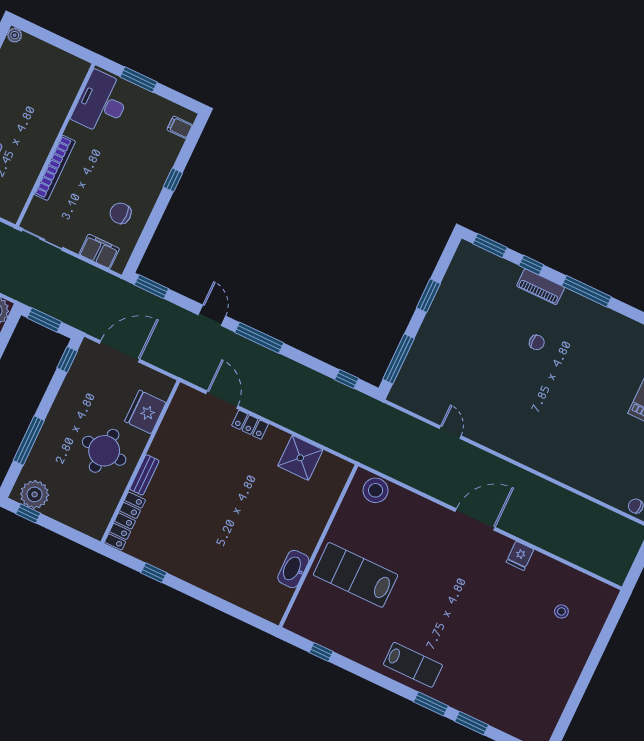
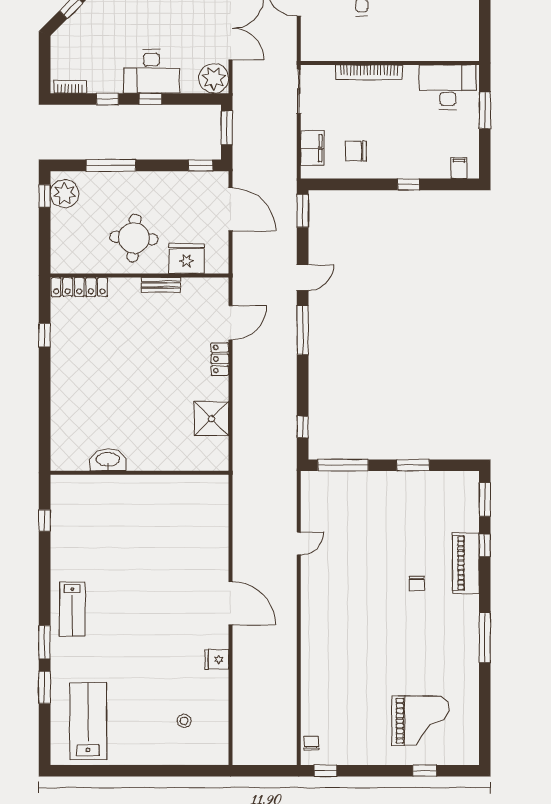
chair: (121, 213) -> (356, 151), turned -90
piano: (541, 287) -> (466, 563), width x1.37, depth x1.33
window: (587, 291) -> (485, 638), moved
bench: (144, 475) -> (161, 285), moved
stool: (376, 490) -> (214, 501), removed
lab bench: (356, 575) -> (88, 721), moved

